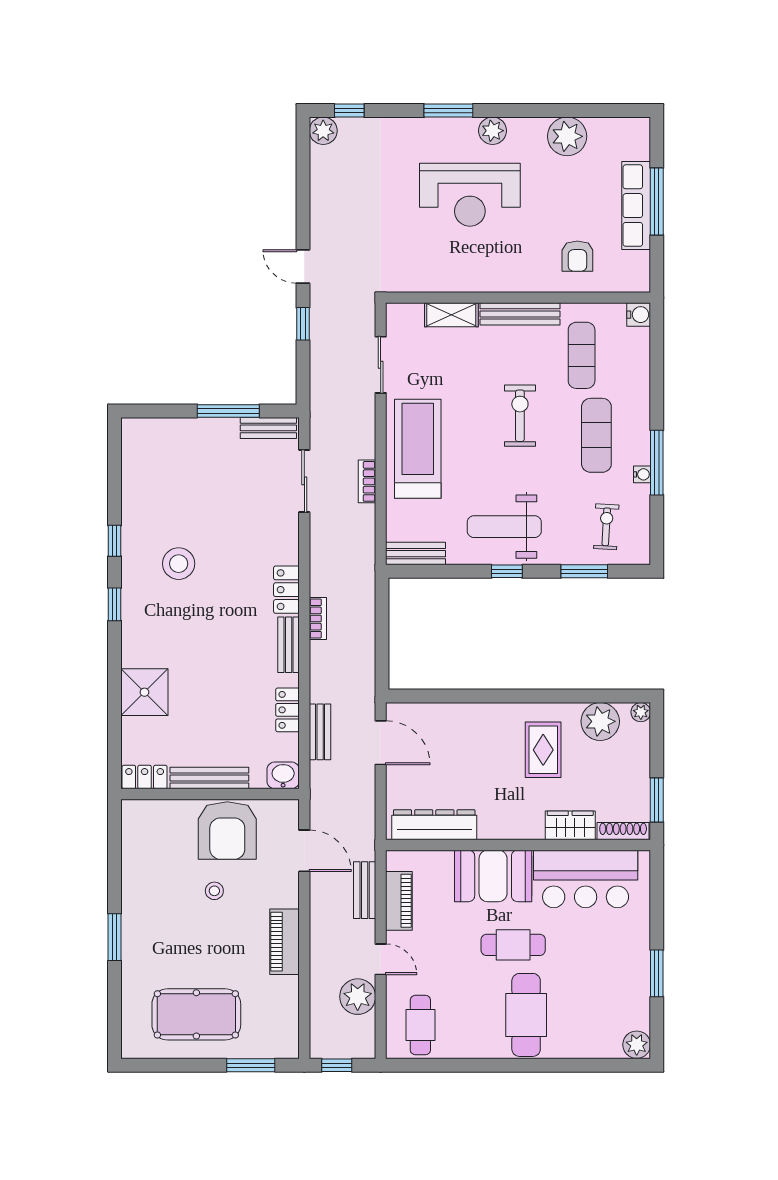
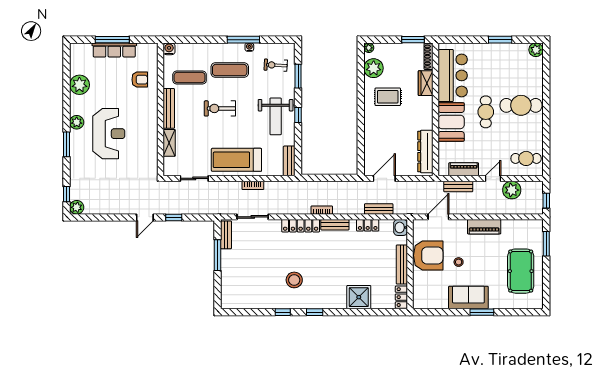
locker: (286, 590) -> (301, 226), width x1.53
sofa: (144, 910) -> (468, 298), added

